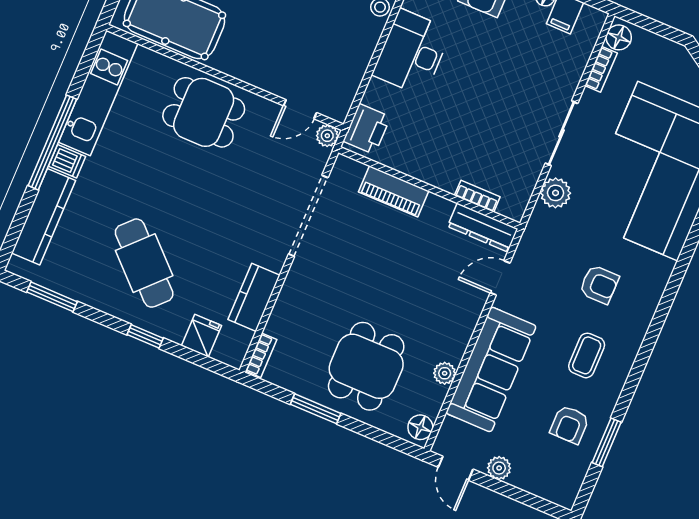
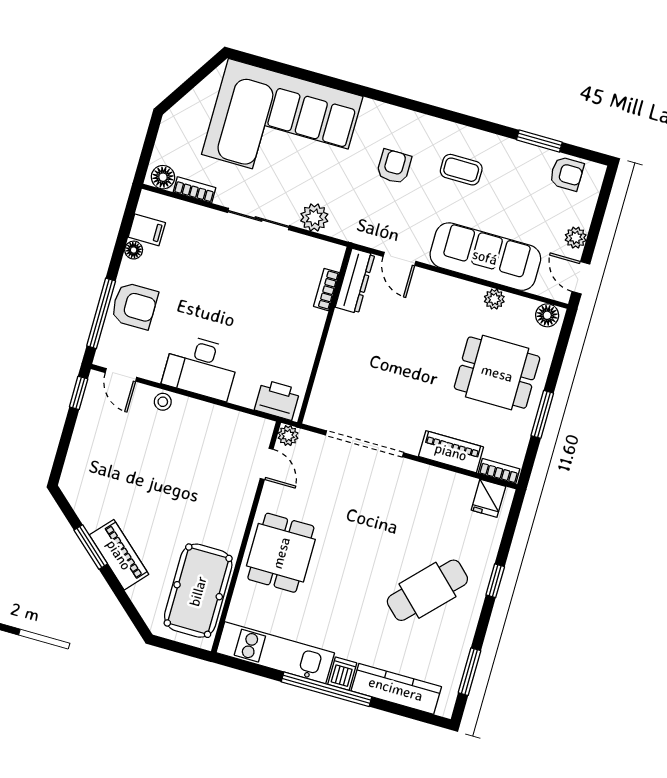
piano: (394, 191) -> (451, 452), moved, turned -90
kitchen counter: (254, 297) -> (446, 485), removed
fridge: (201, 336) -> (488, 498), moved, turned -90
armchair: (570, 425) -> (567, 174), moved
door: (456, 468) -> (581, 278), swing flipped

